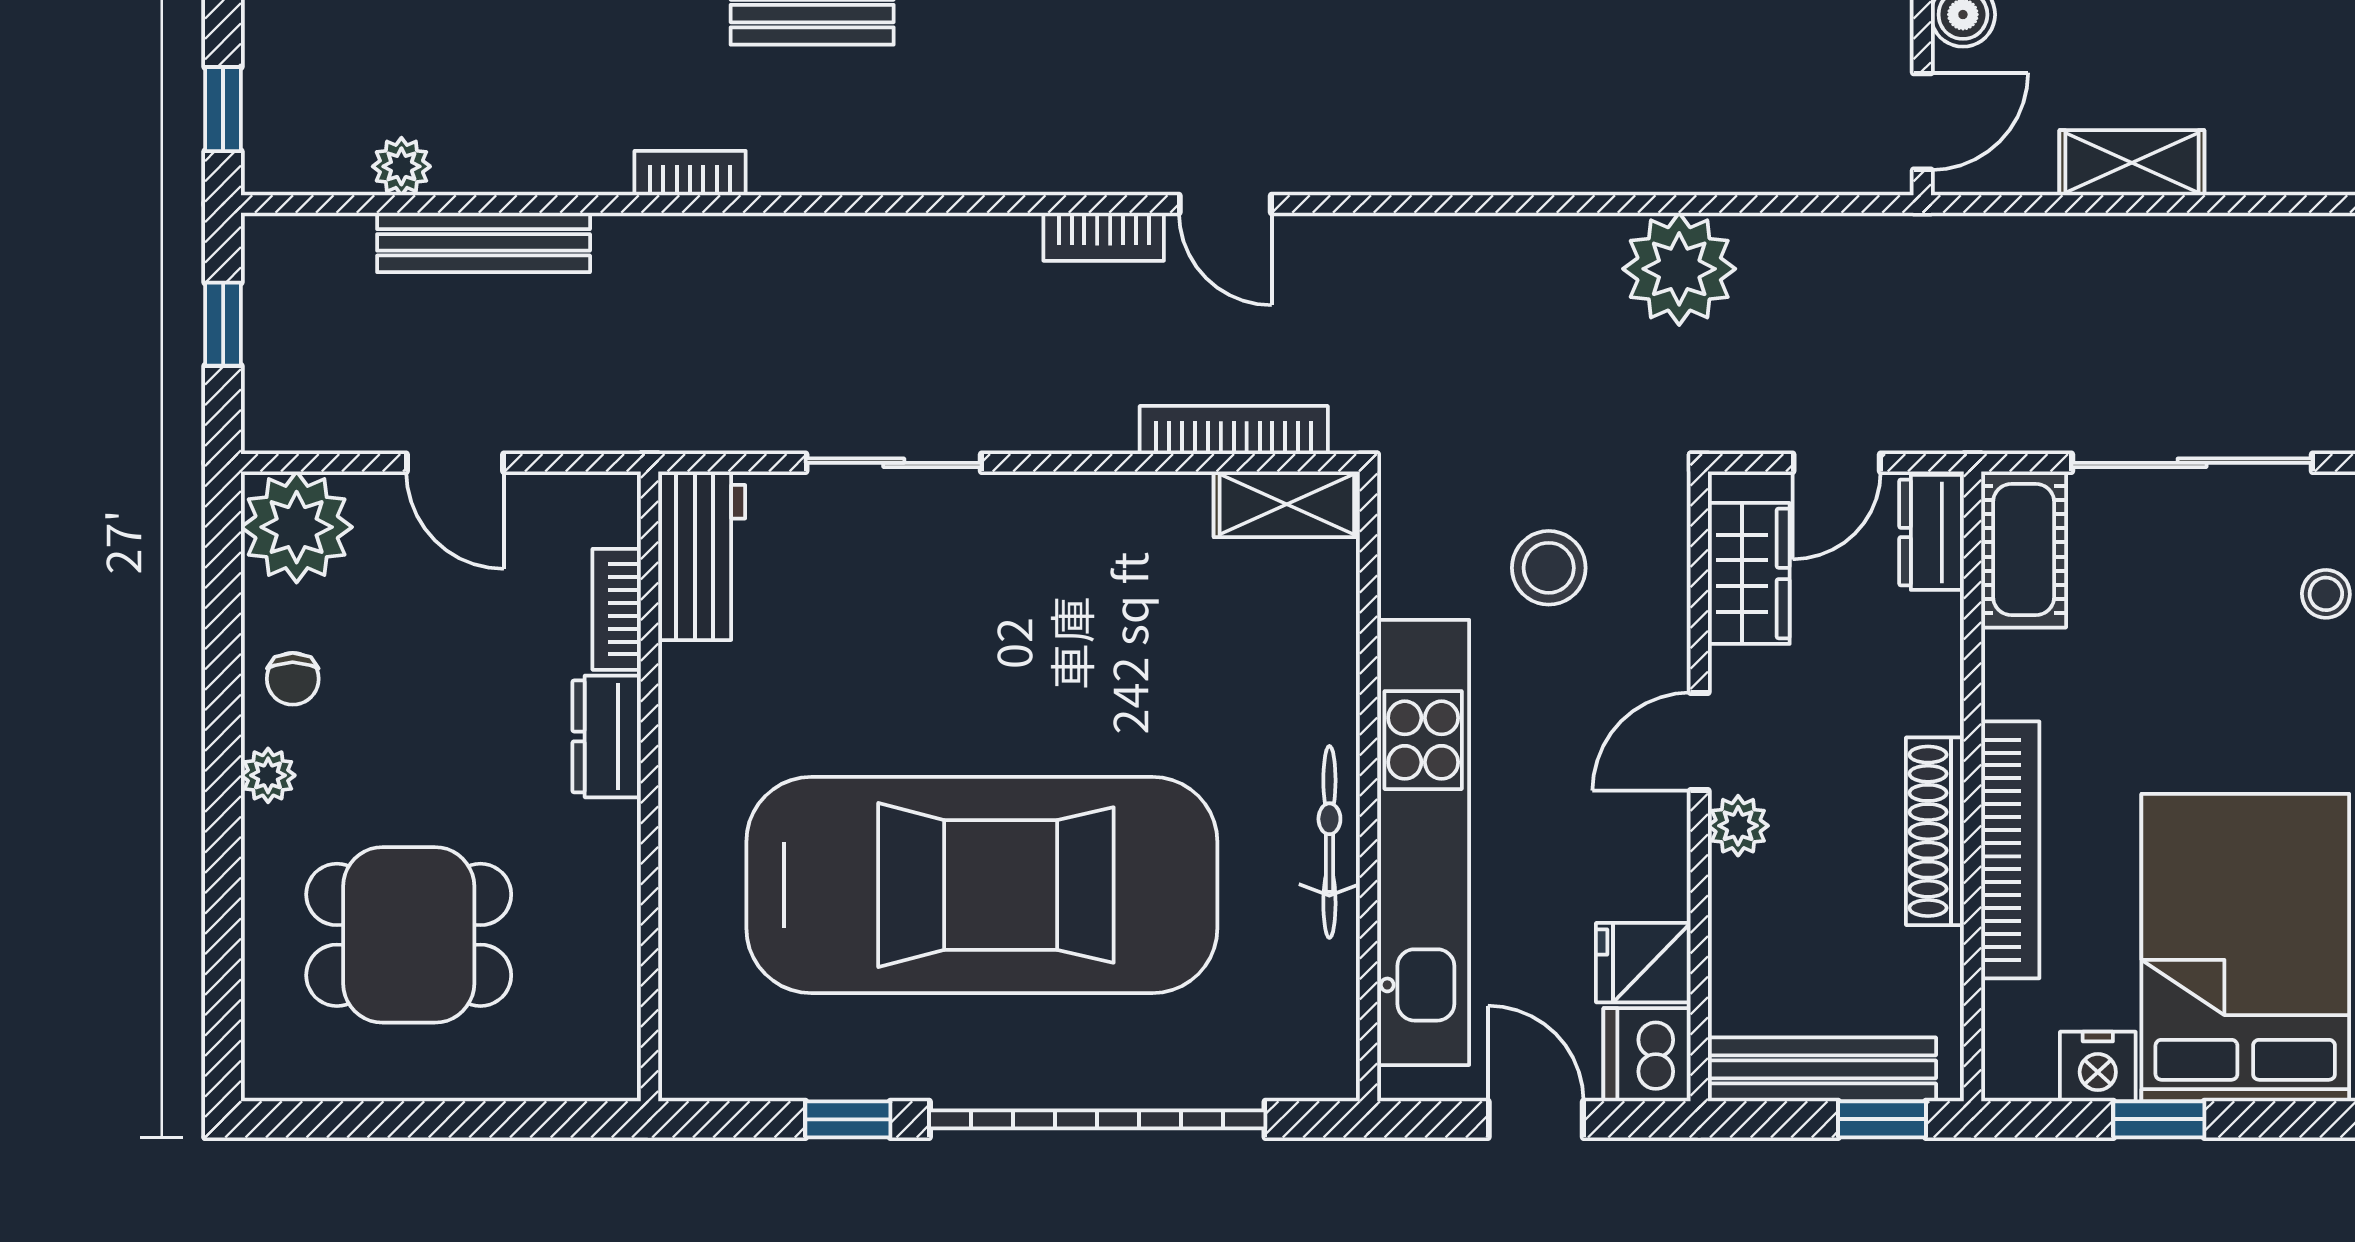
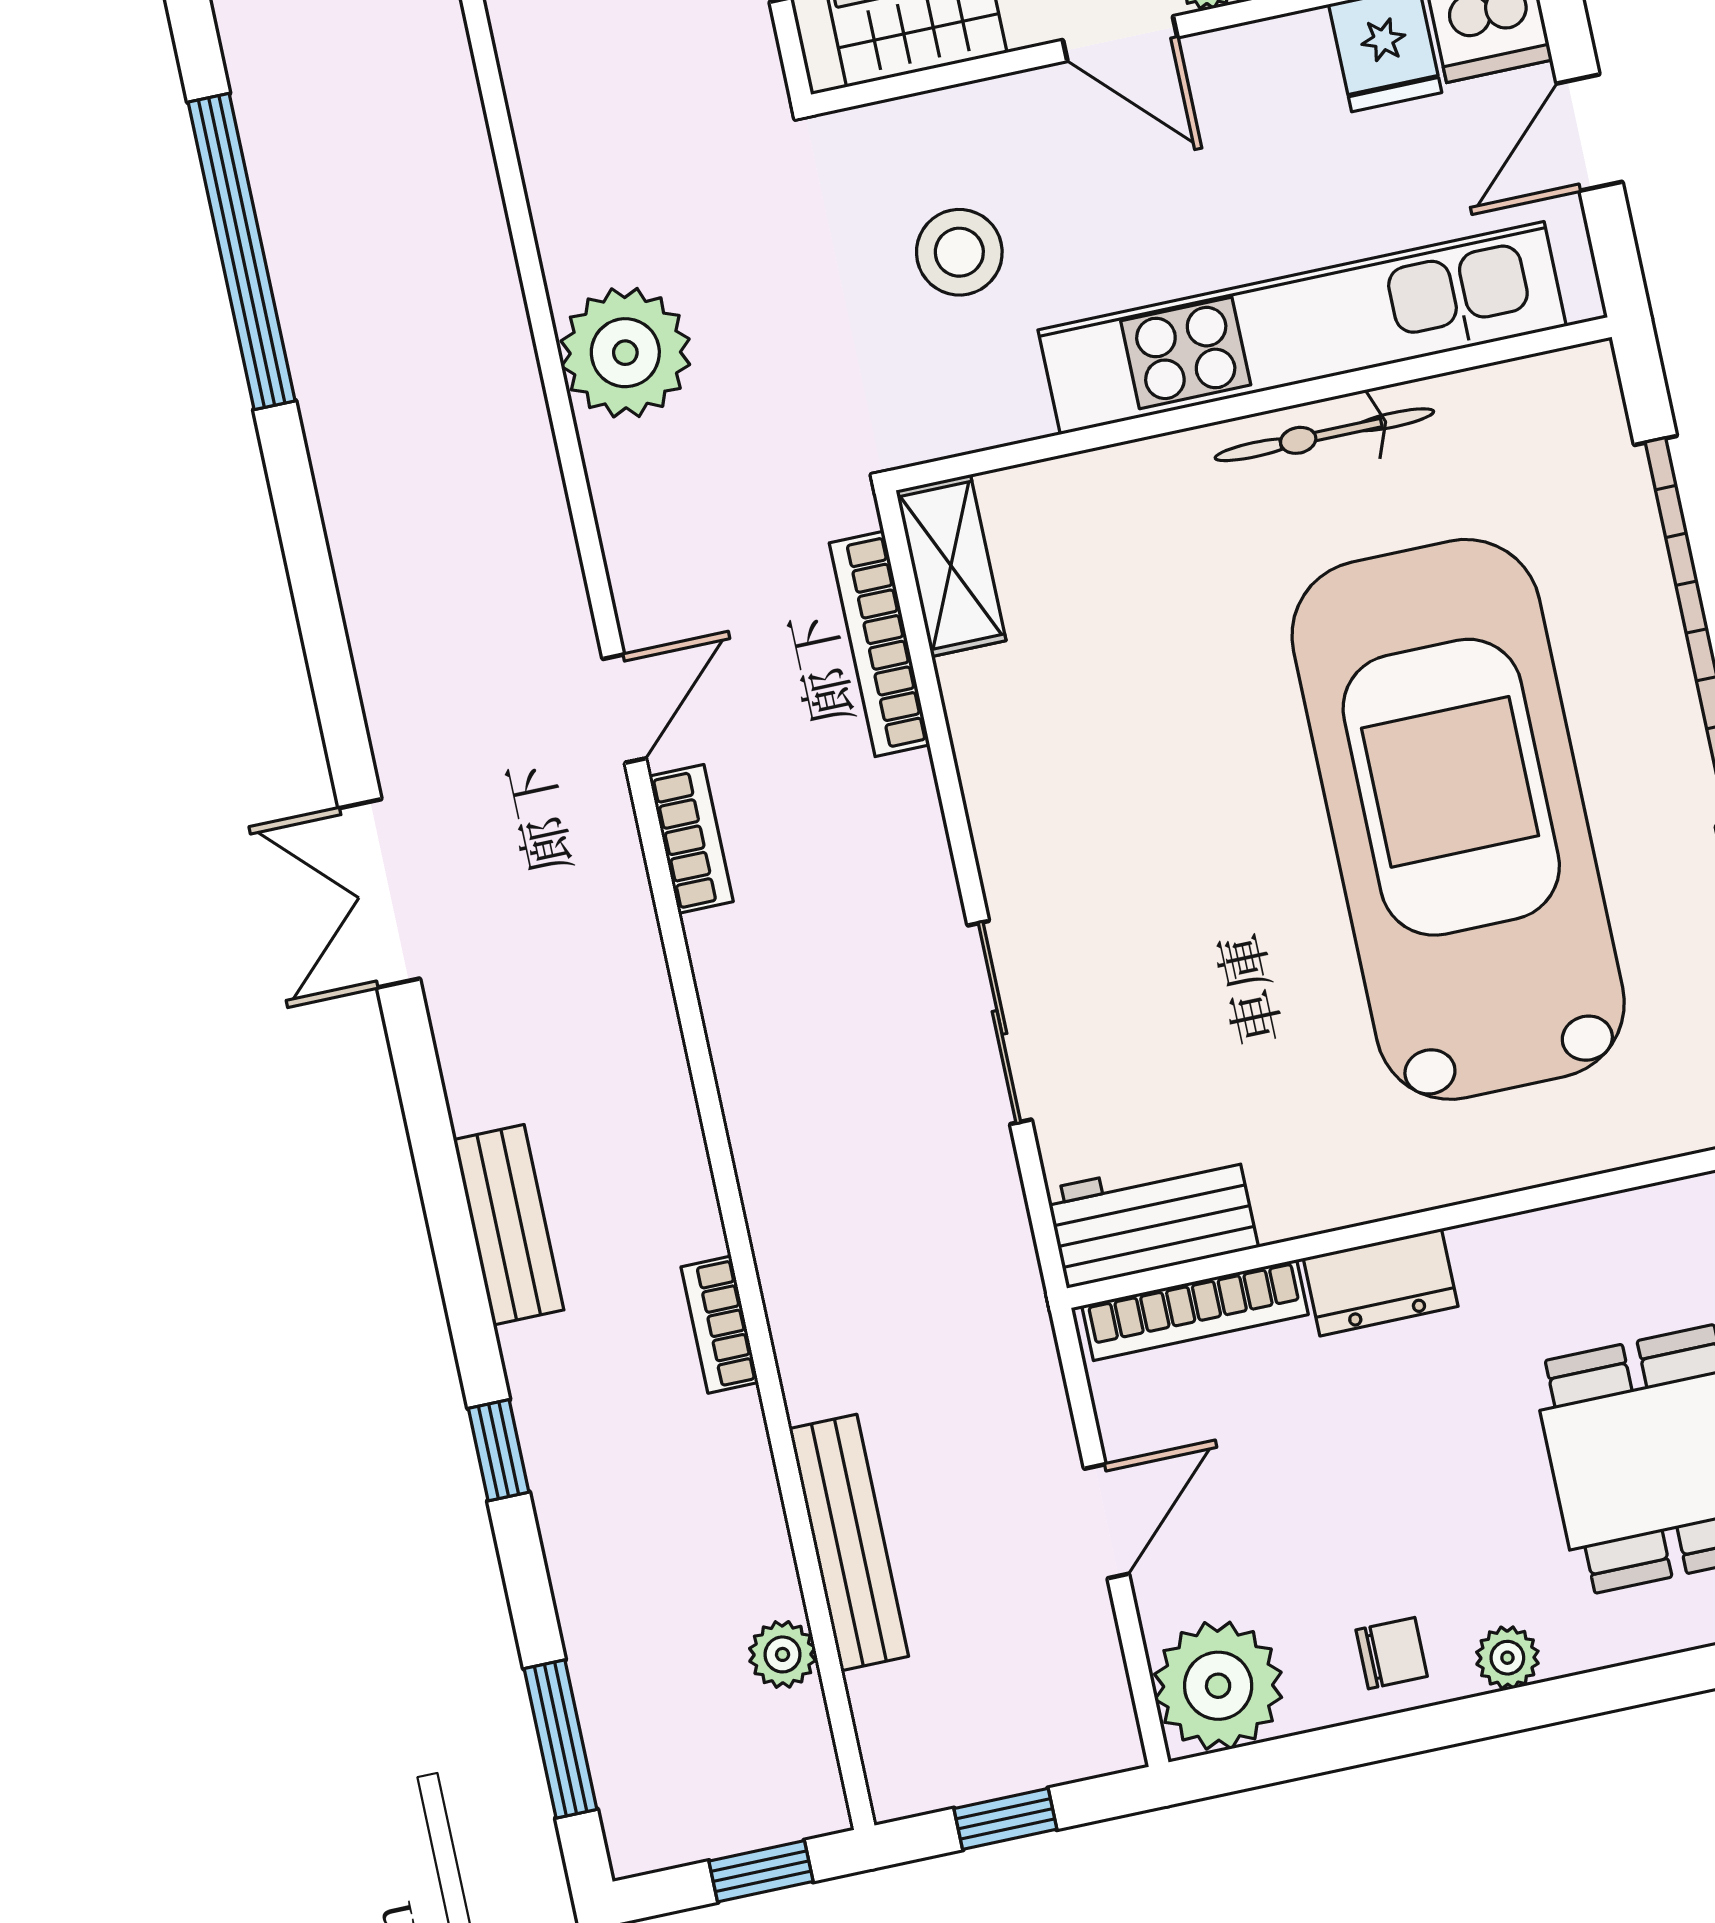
plant: (1679, 269) -> (625, 353), moved
bookcase: (617, 609) -> (1195, 1310), width x1.56

